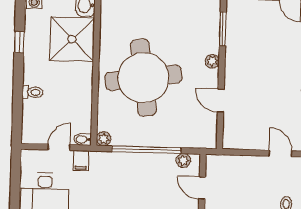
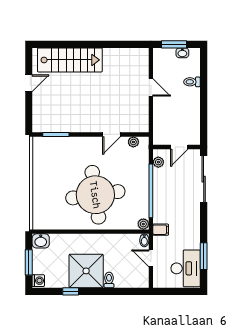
shower: (72, 39) -> (86, 271), moved
plant: (212, 61) -> (133, 142), moved
door: (280, 153) -> (151, 87), swing flipped
filing cabinet: (81, 161) -> (161, 230), moved

